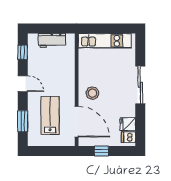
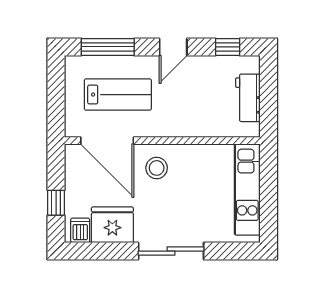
window: (23, 121) -> (108, 47), width x1.44
door: (77, 122) -> (107, 141), hinge flipped
fridge: (128, 124) -> (112, 225), width x1.88, depth x1.34
window: (101, 151) -> (56, 203), moved

